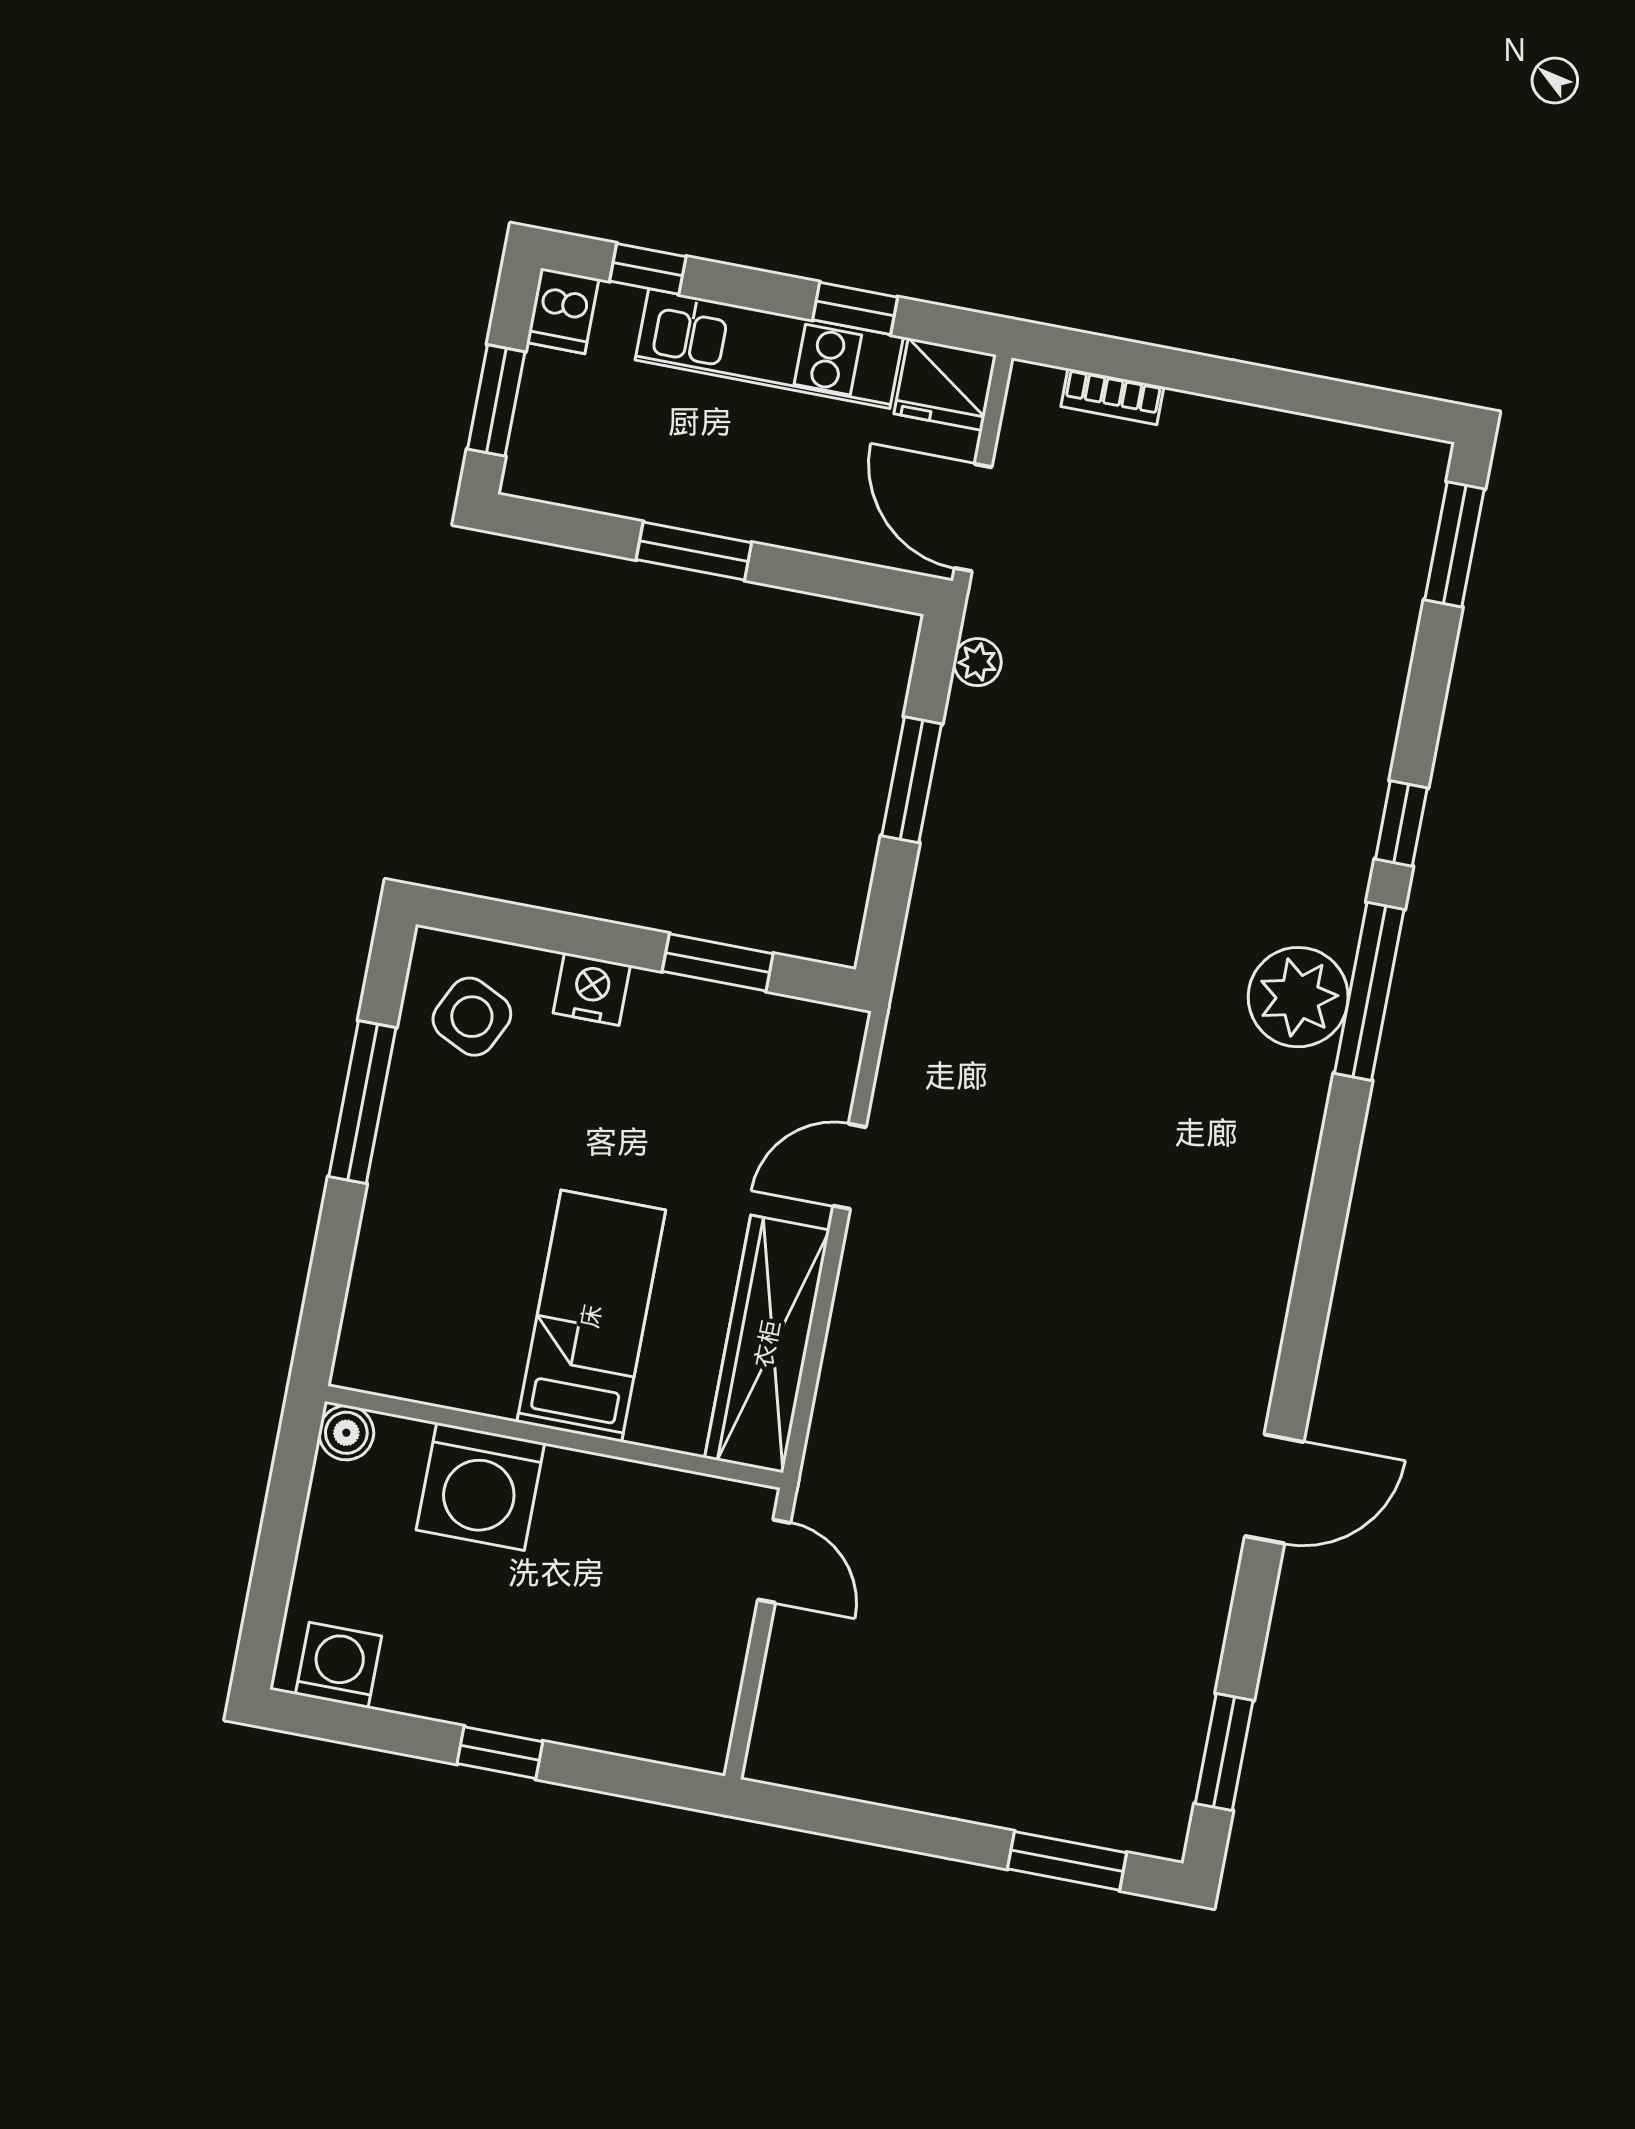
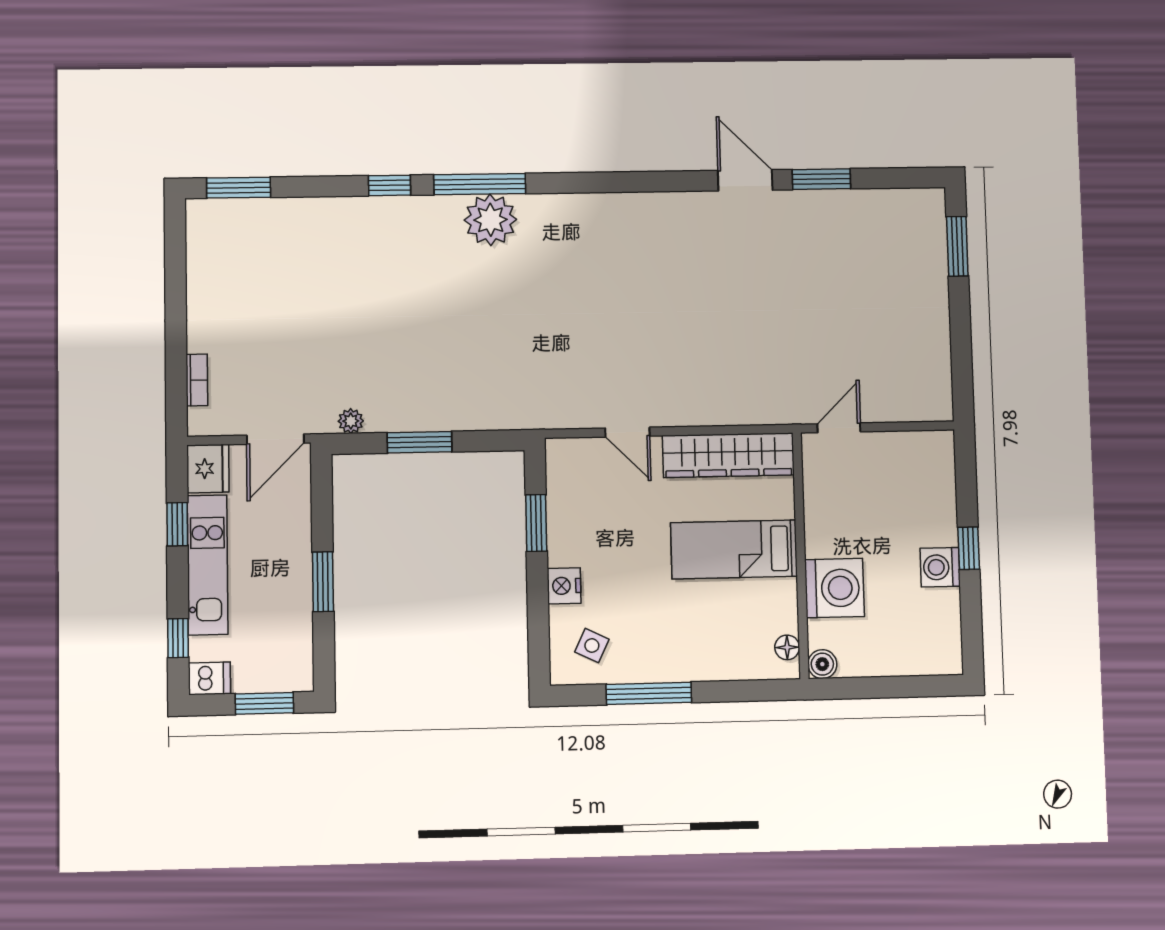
side table: (472, 1017) -> (592, 646), width x0.73, depth x0.73
floor lamp: (391, 1375) -> (787, 647), added
washing machine: (339, 1665) -> (940, 567), moved
window: (1224, 1752) -> (821, 179), moved

